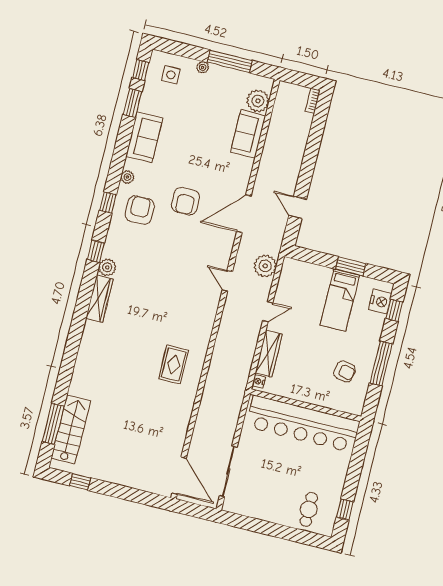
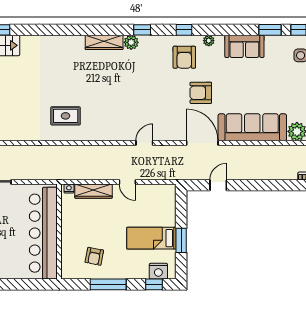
sofa: (248, 134) -> (252, 127), width x1.85, depth x1.27
armchair: (140, 210) -> (184, 57), turned 90
plant: (265, 266) -> (164, 171), removed

